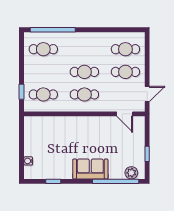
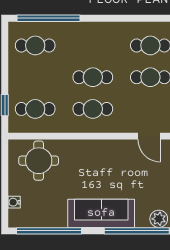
round table: (46, 131) -> (39, 161), added
sofa: (90, 169) -> (101, 213), width x1.36
window: (53, 181) -> (49, 231), width x3.17

